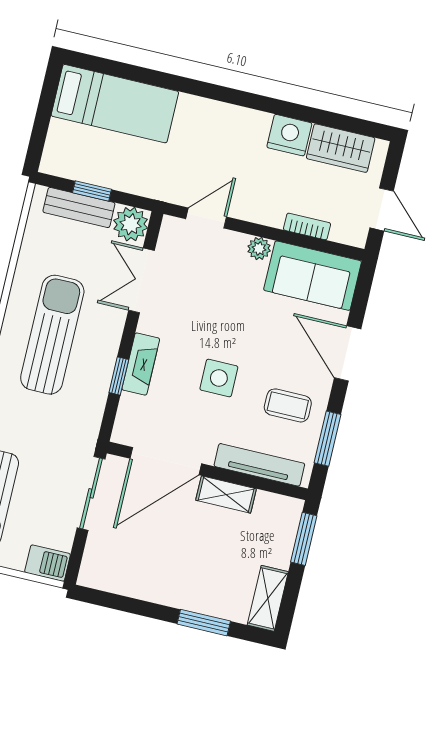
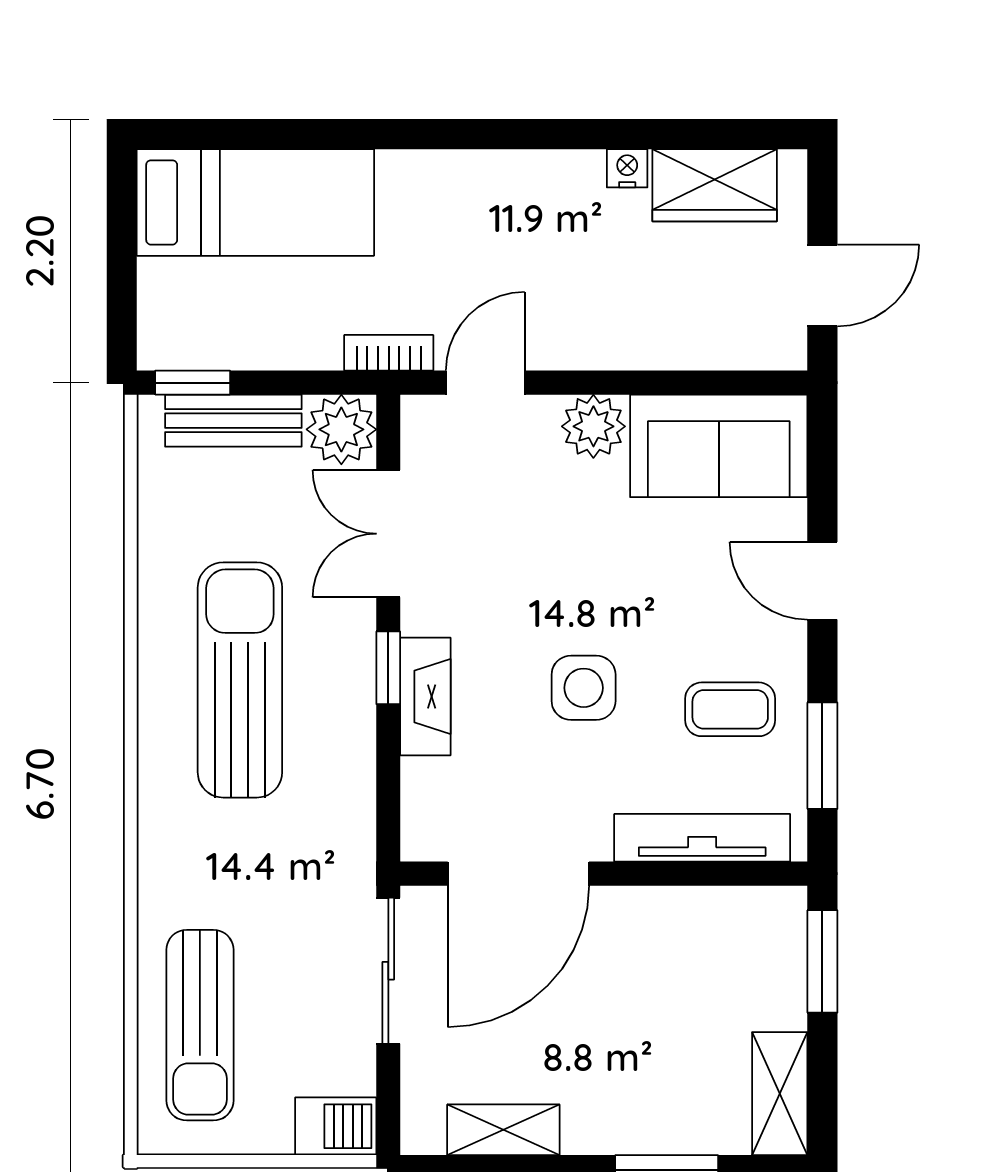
nightstand: (289, 135) -> (627, 168), width x0.53, depth x0.56
window: (92, 191) -> (193, 383), moved
door: (382, 209) -> (822, 285), hinge flipped
bookcase: (307, 226) -> (389, 353), moved
plant: (259, 248) -> (593, 426), width x1.38, depth x1.38
door: (348, 353) -> (822, 581), width x0.73
window: (119, 376) -> (388, 668), moved
shelving: (226, 495) -> (503, 1130), moved

